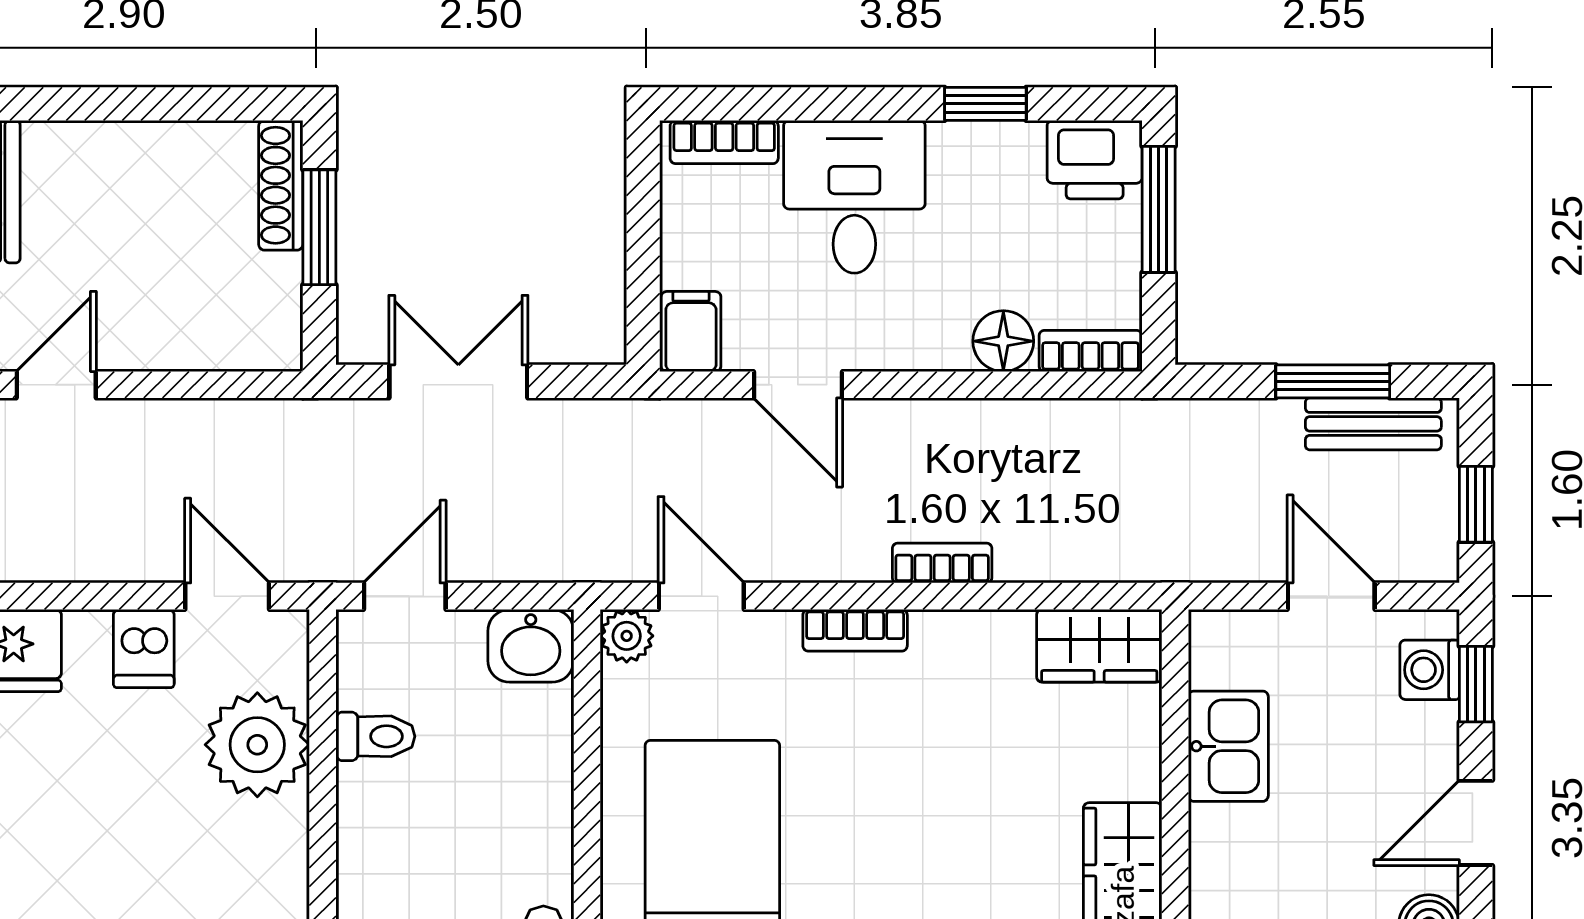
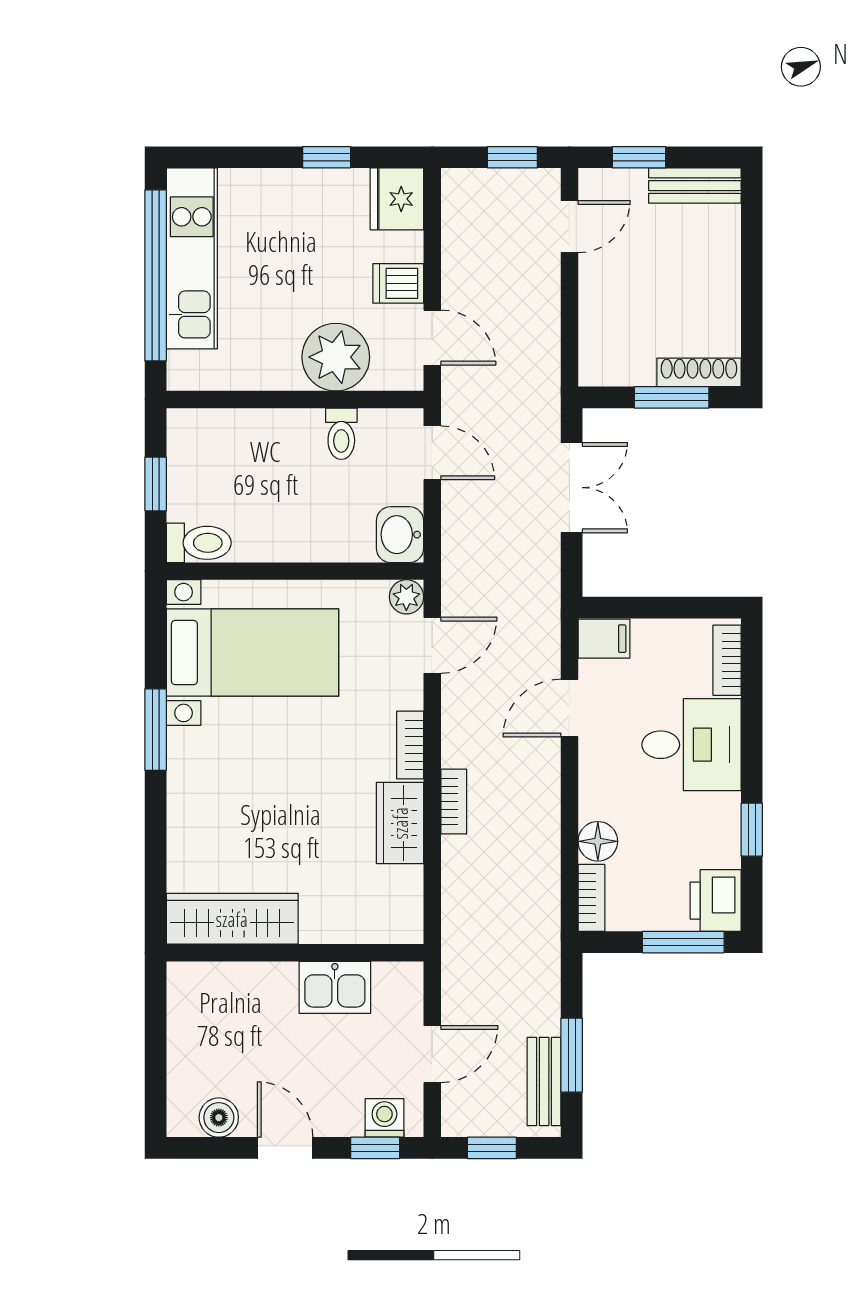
door: (56, 385) -> (569, 227), hinge flipped
door: (227, 596) -> (432, 338), hinge flipped
wardrobe: (1099, 646) -> (400, 823), moved

